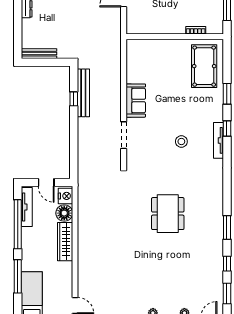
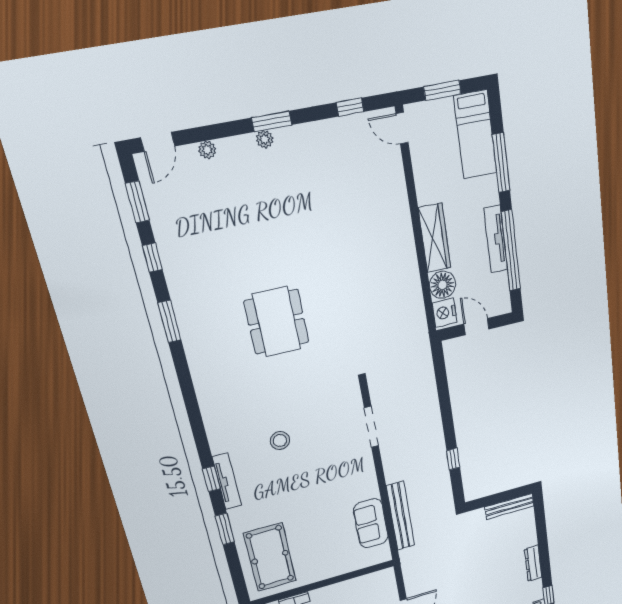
bench: (83, 93) -> (401, 516), moved
sofa: (136, 101) -> (371, 523), moved
tv unit: (218, 140) -> (227, 481), moved
tv unit: (27, 207) -> (496, 239), moved

